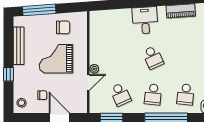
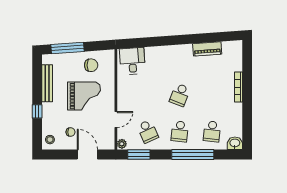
desk: (145, 20) -> (132, 61), moved
school desk: (153, 57) -> (180, 95), turned 45
grand piano: (56, 59) -> (84, 96), turned 180
plant: (94, 69) -> (122, 144), moved

